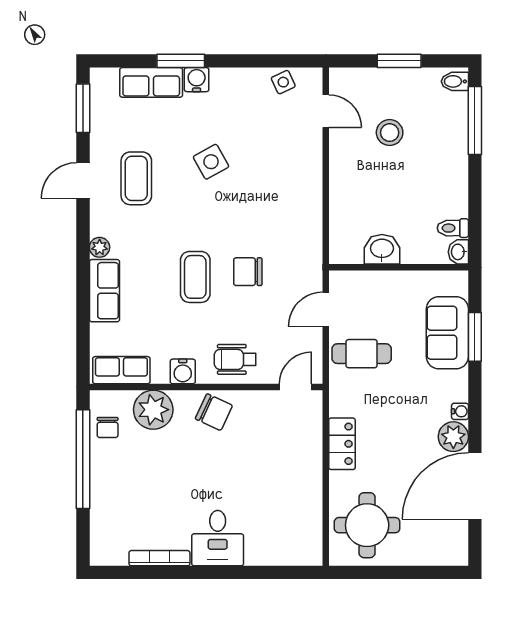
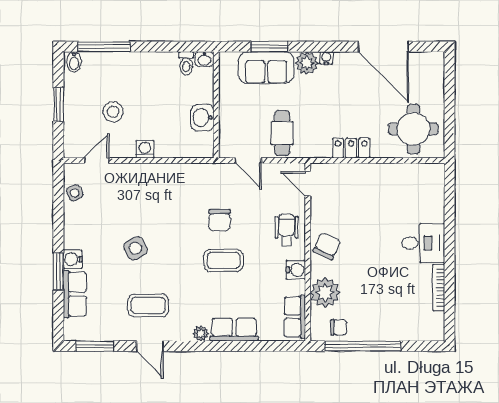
washing machine: (340, 174) -> (145, 149), added
wheelchair: (235, 359) -> (287, 230), turned 180
plant: (453, 437) -> (307, 63), moved

